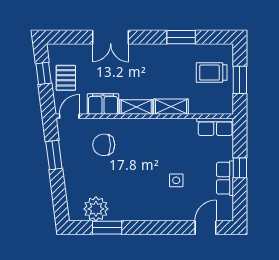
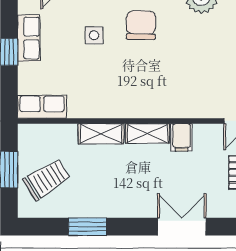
trolley: (212, 73) -> (47, 179), turned -32
filing cabinet: (103, 104) -> (182, 137), width x0.50
chair: (104, 145) -> (141, 25), moved, turned -89

